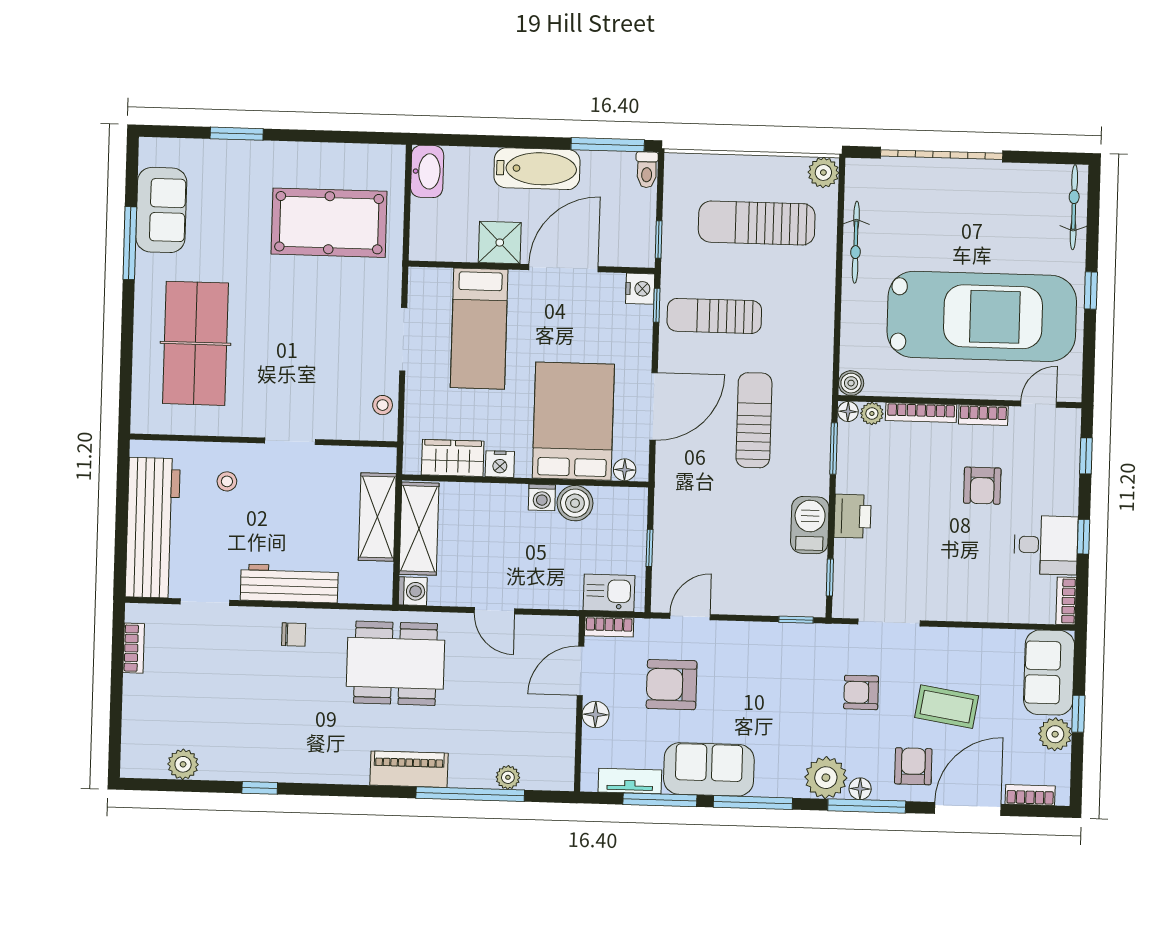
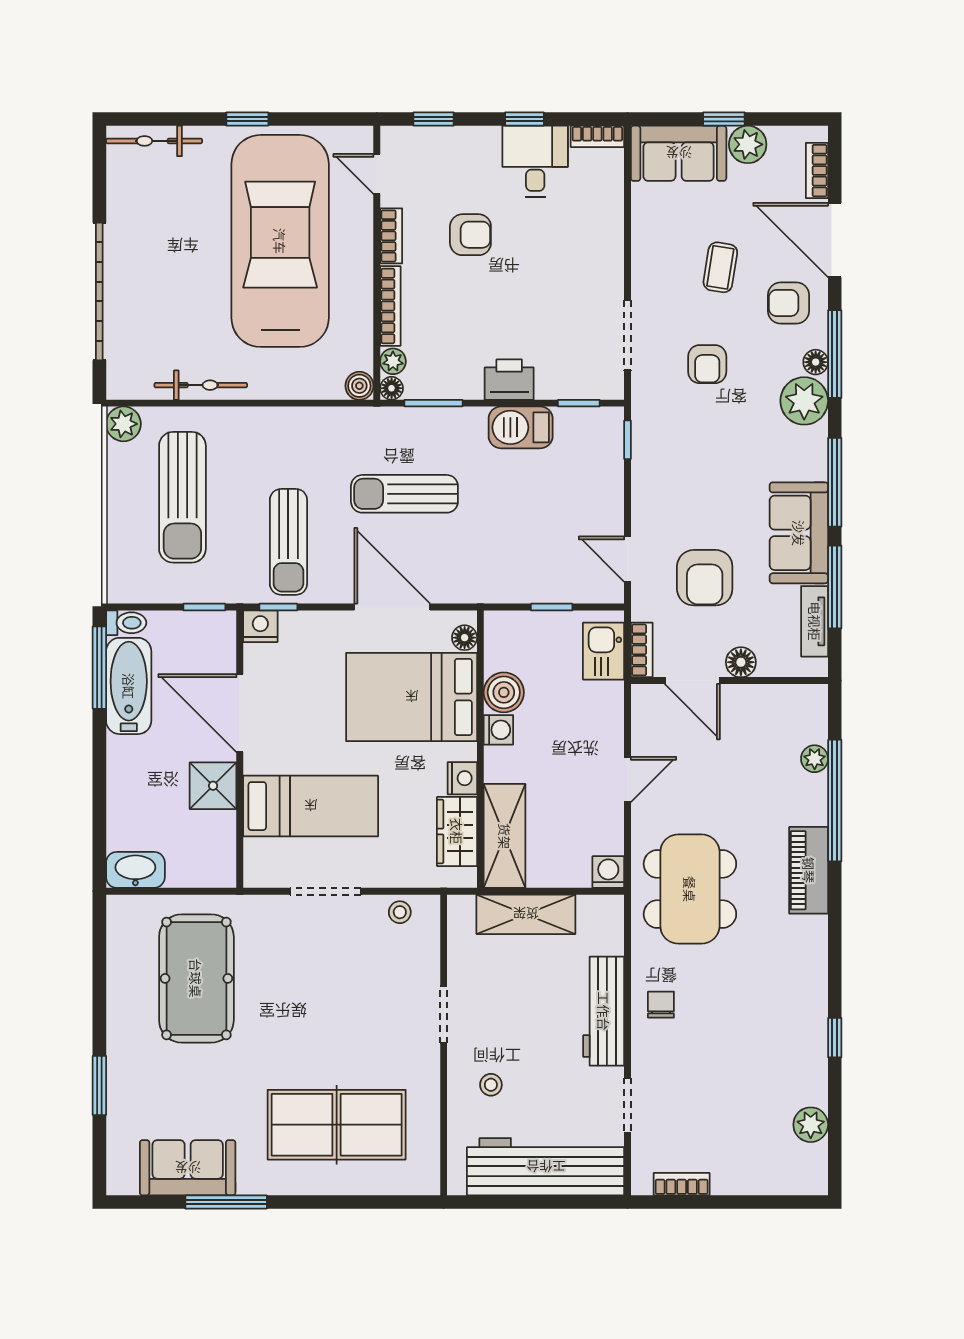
bathtub: (537, 169) -> (129, 686), moved
shelving: (419, 529) -> (505, 836), moved, turned 90
coffee table: (947, 707) -> (720, 267), width x0.73, depth x0.77

